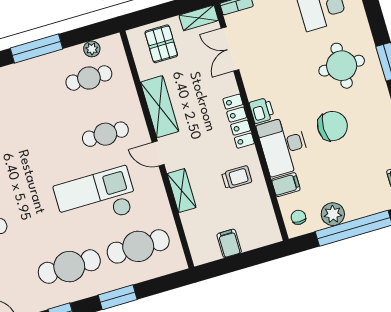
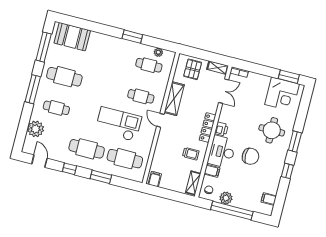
window: (37, 49) -> (132, 37), width x0.69
double door: (230, 49) -> (224, 91), swing flipped
shelving: (182, 191) -> (193, 183), moved
filing cabinet: (229, 243) -> (155, 179), moved

